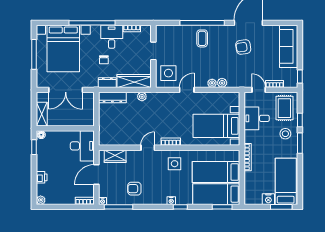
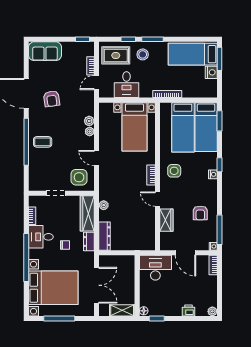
sofa: (289, 46) -> (45, 51), width x0.73
wardrobe: (115, 156) -> (166, 220), moved

